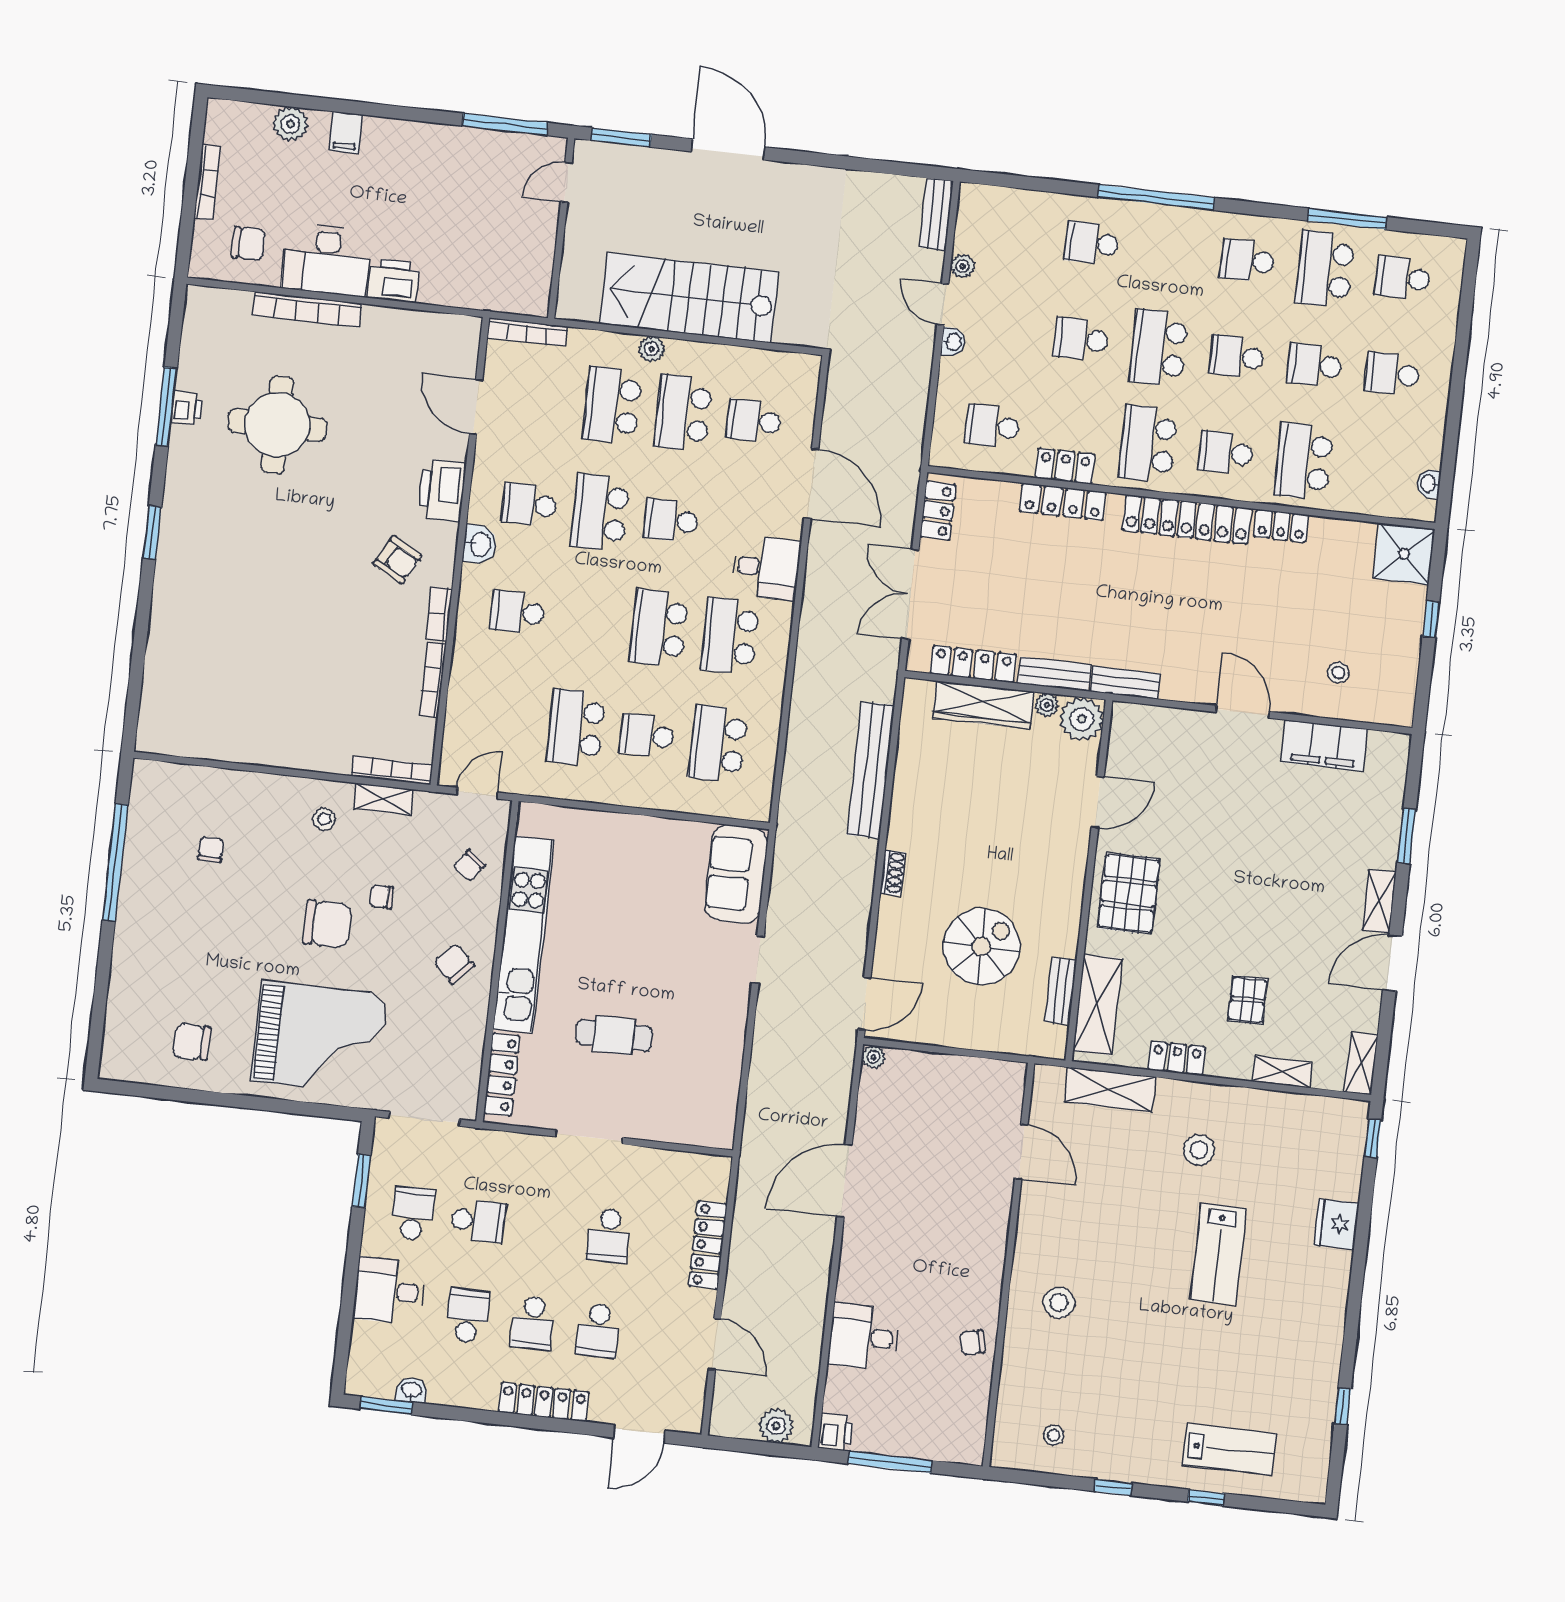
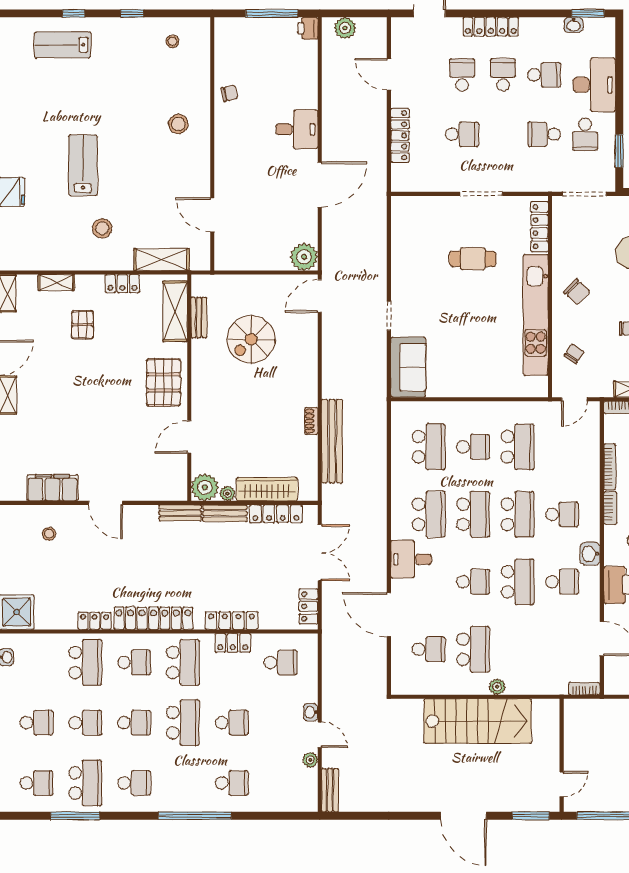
bookcase: (527, 332) -> (584, 689), width x0.64
school desk: (612, 405) -> (518, 514), moved
shoe rack: (893, 873) -> (311, 421), moved
plant: (873, 1057) -> (304, 257), width x1.87, depth x1.87
school desk: (609, 1235) -> (462, 134), turned 90
desk: (389, 1291) -> (594, 85), width x1.37
school desk: (467, 1316) -> (544, 75), turned -90
desk: (864, 1337) -> (297, 129), moved

